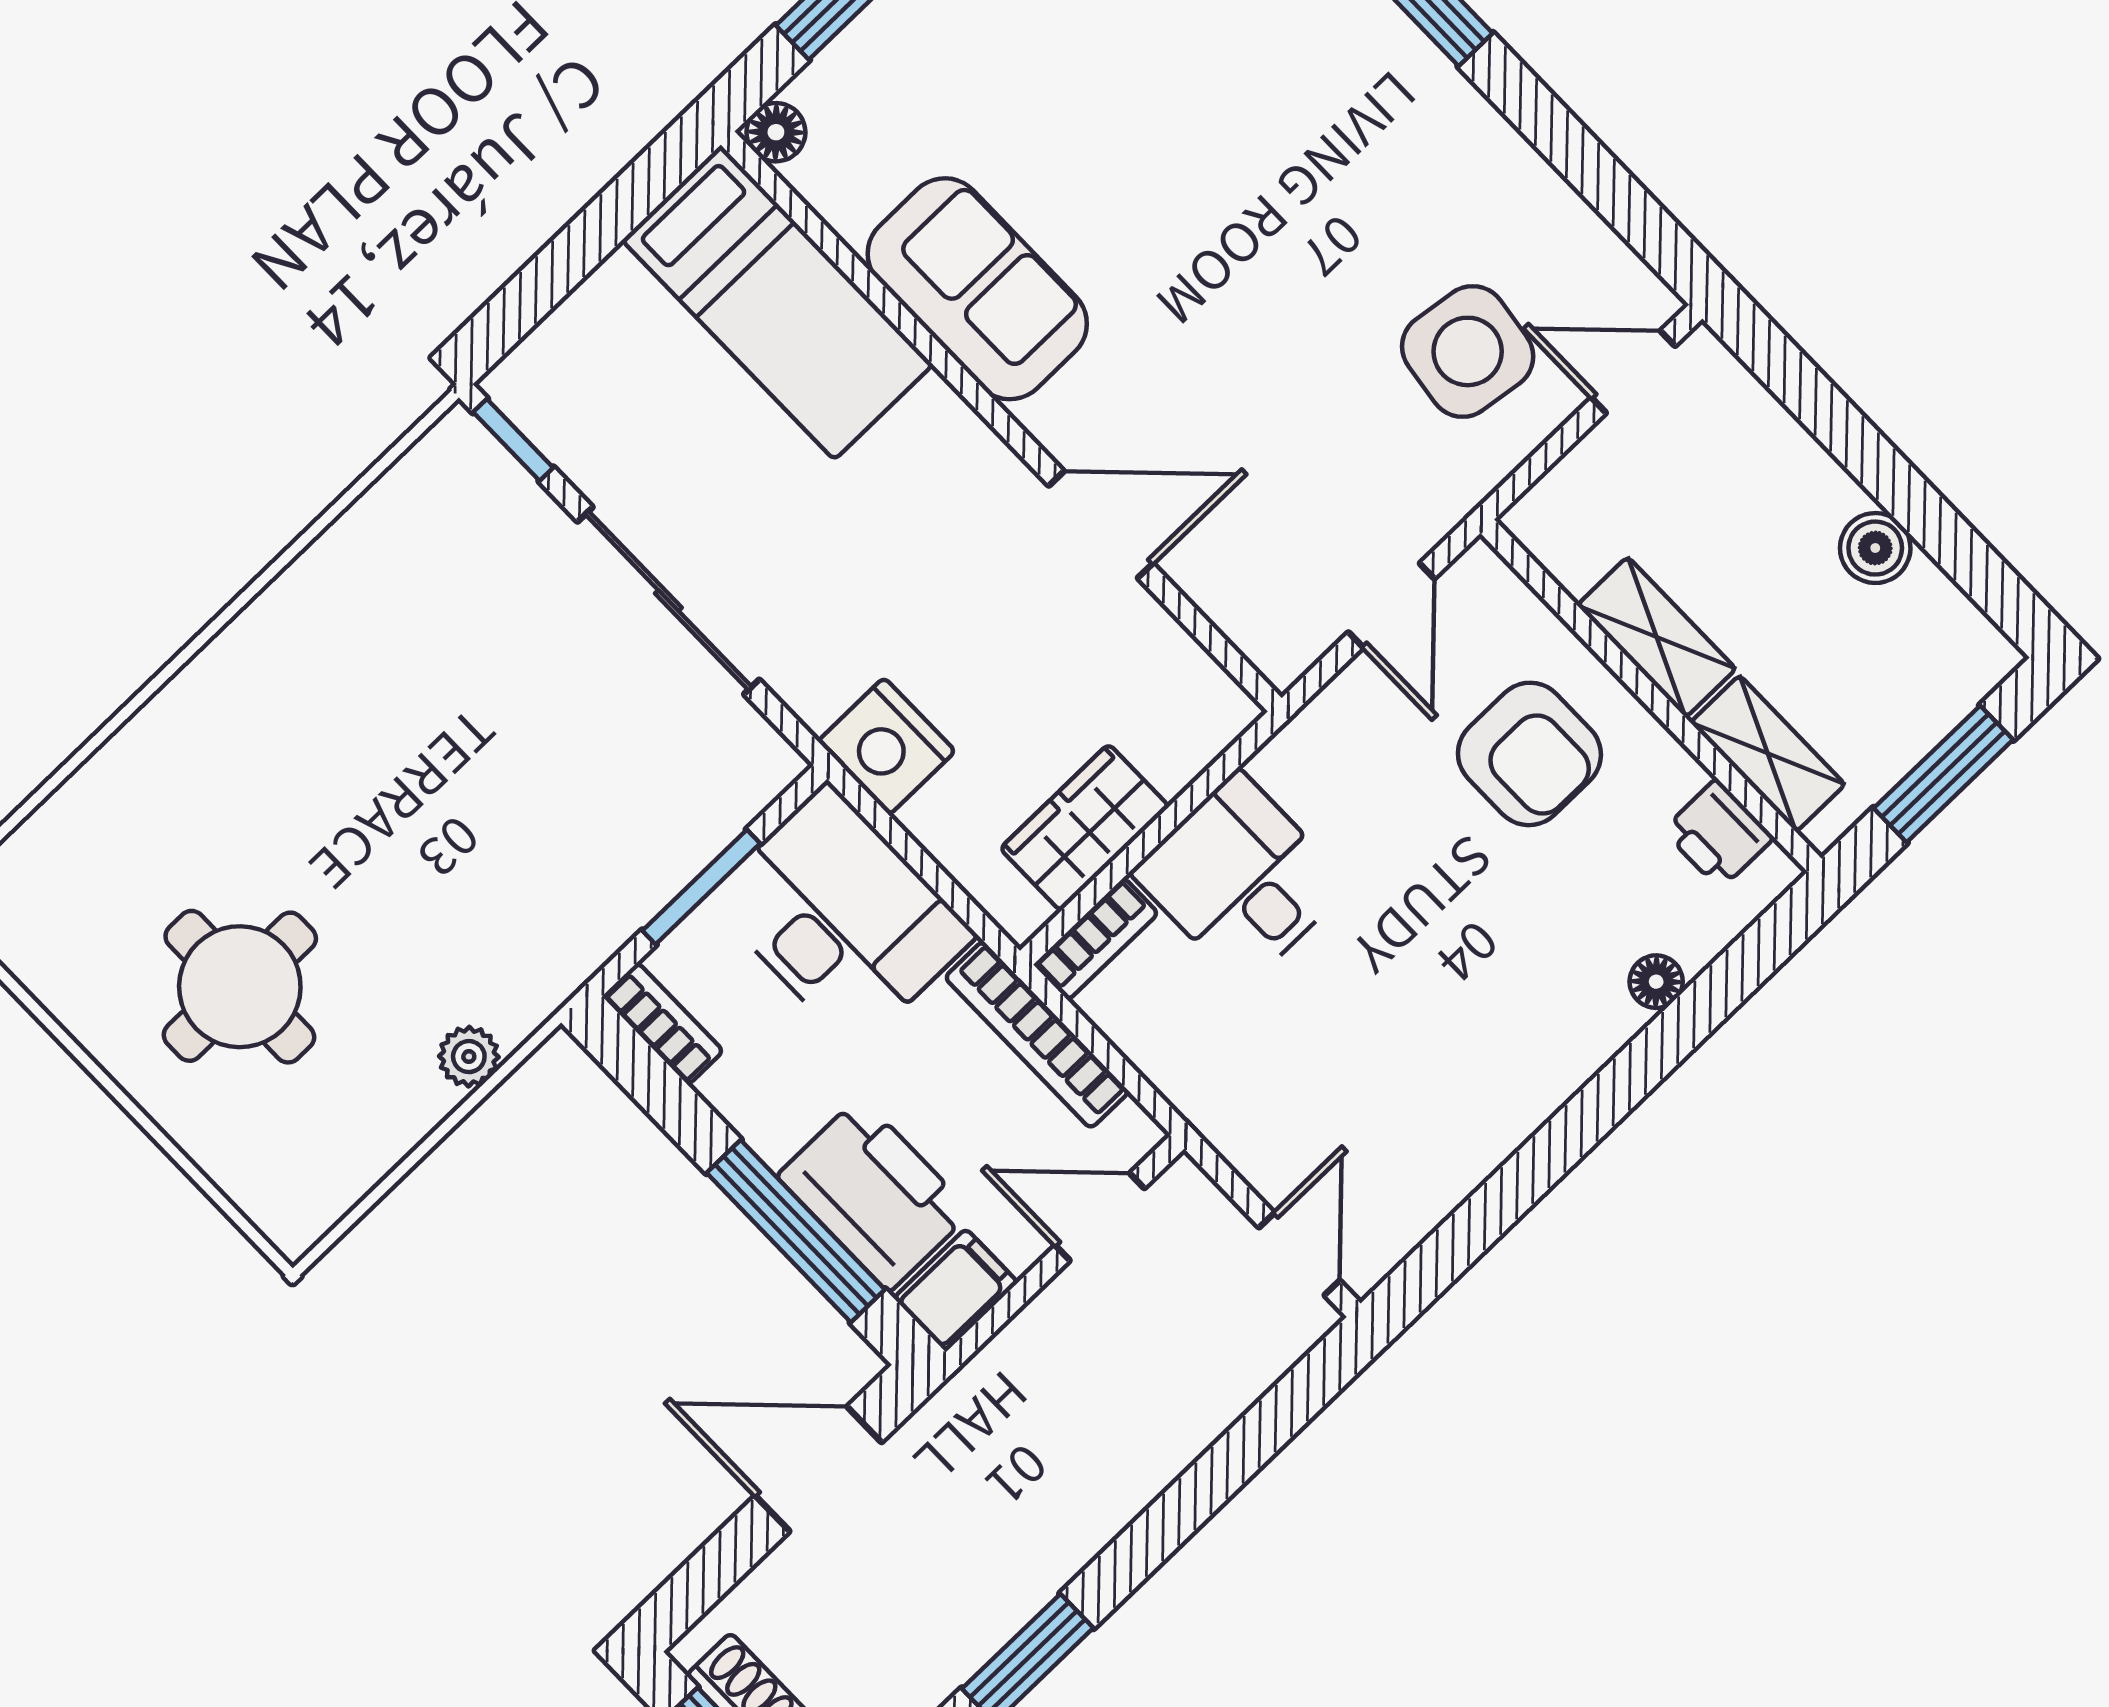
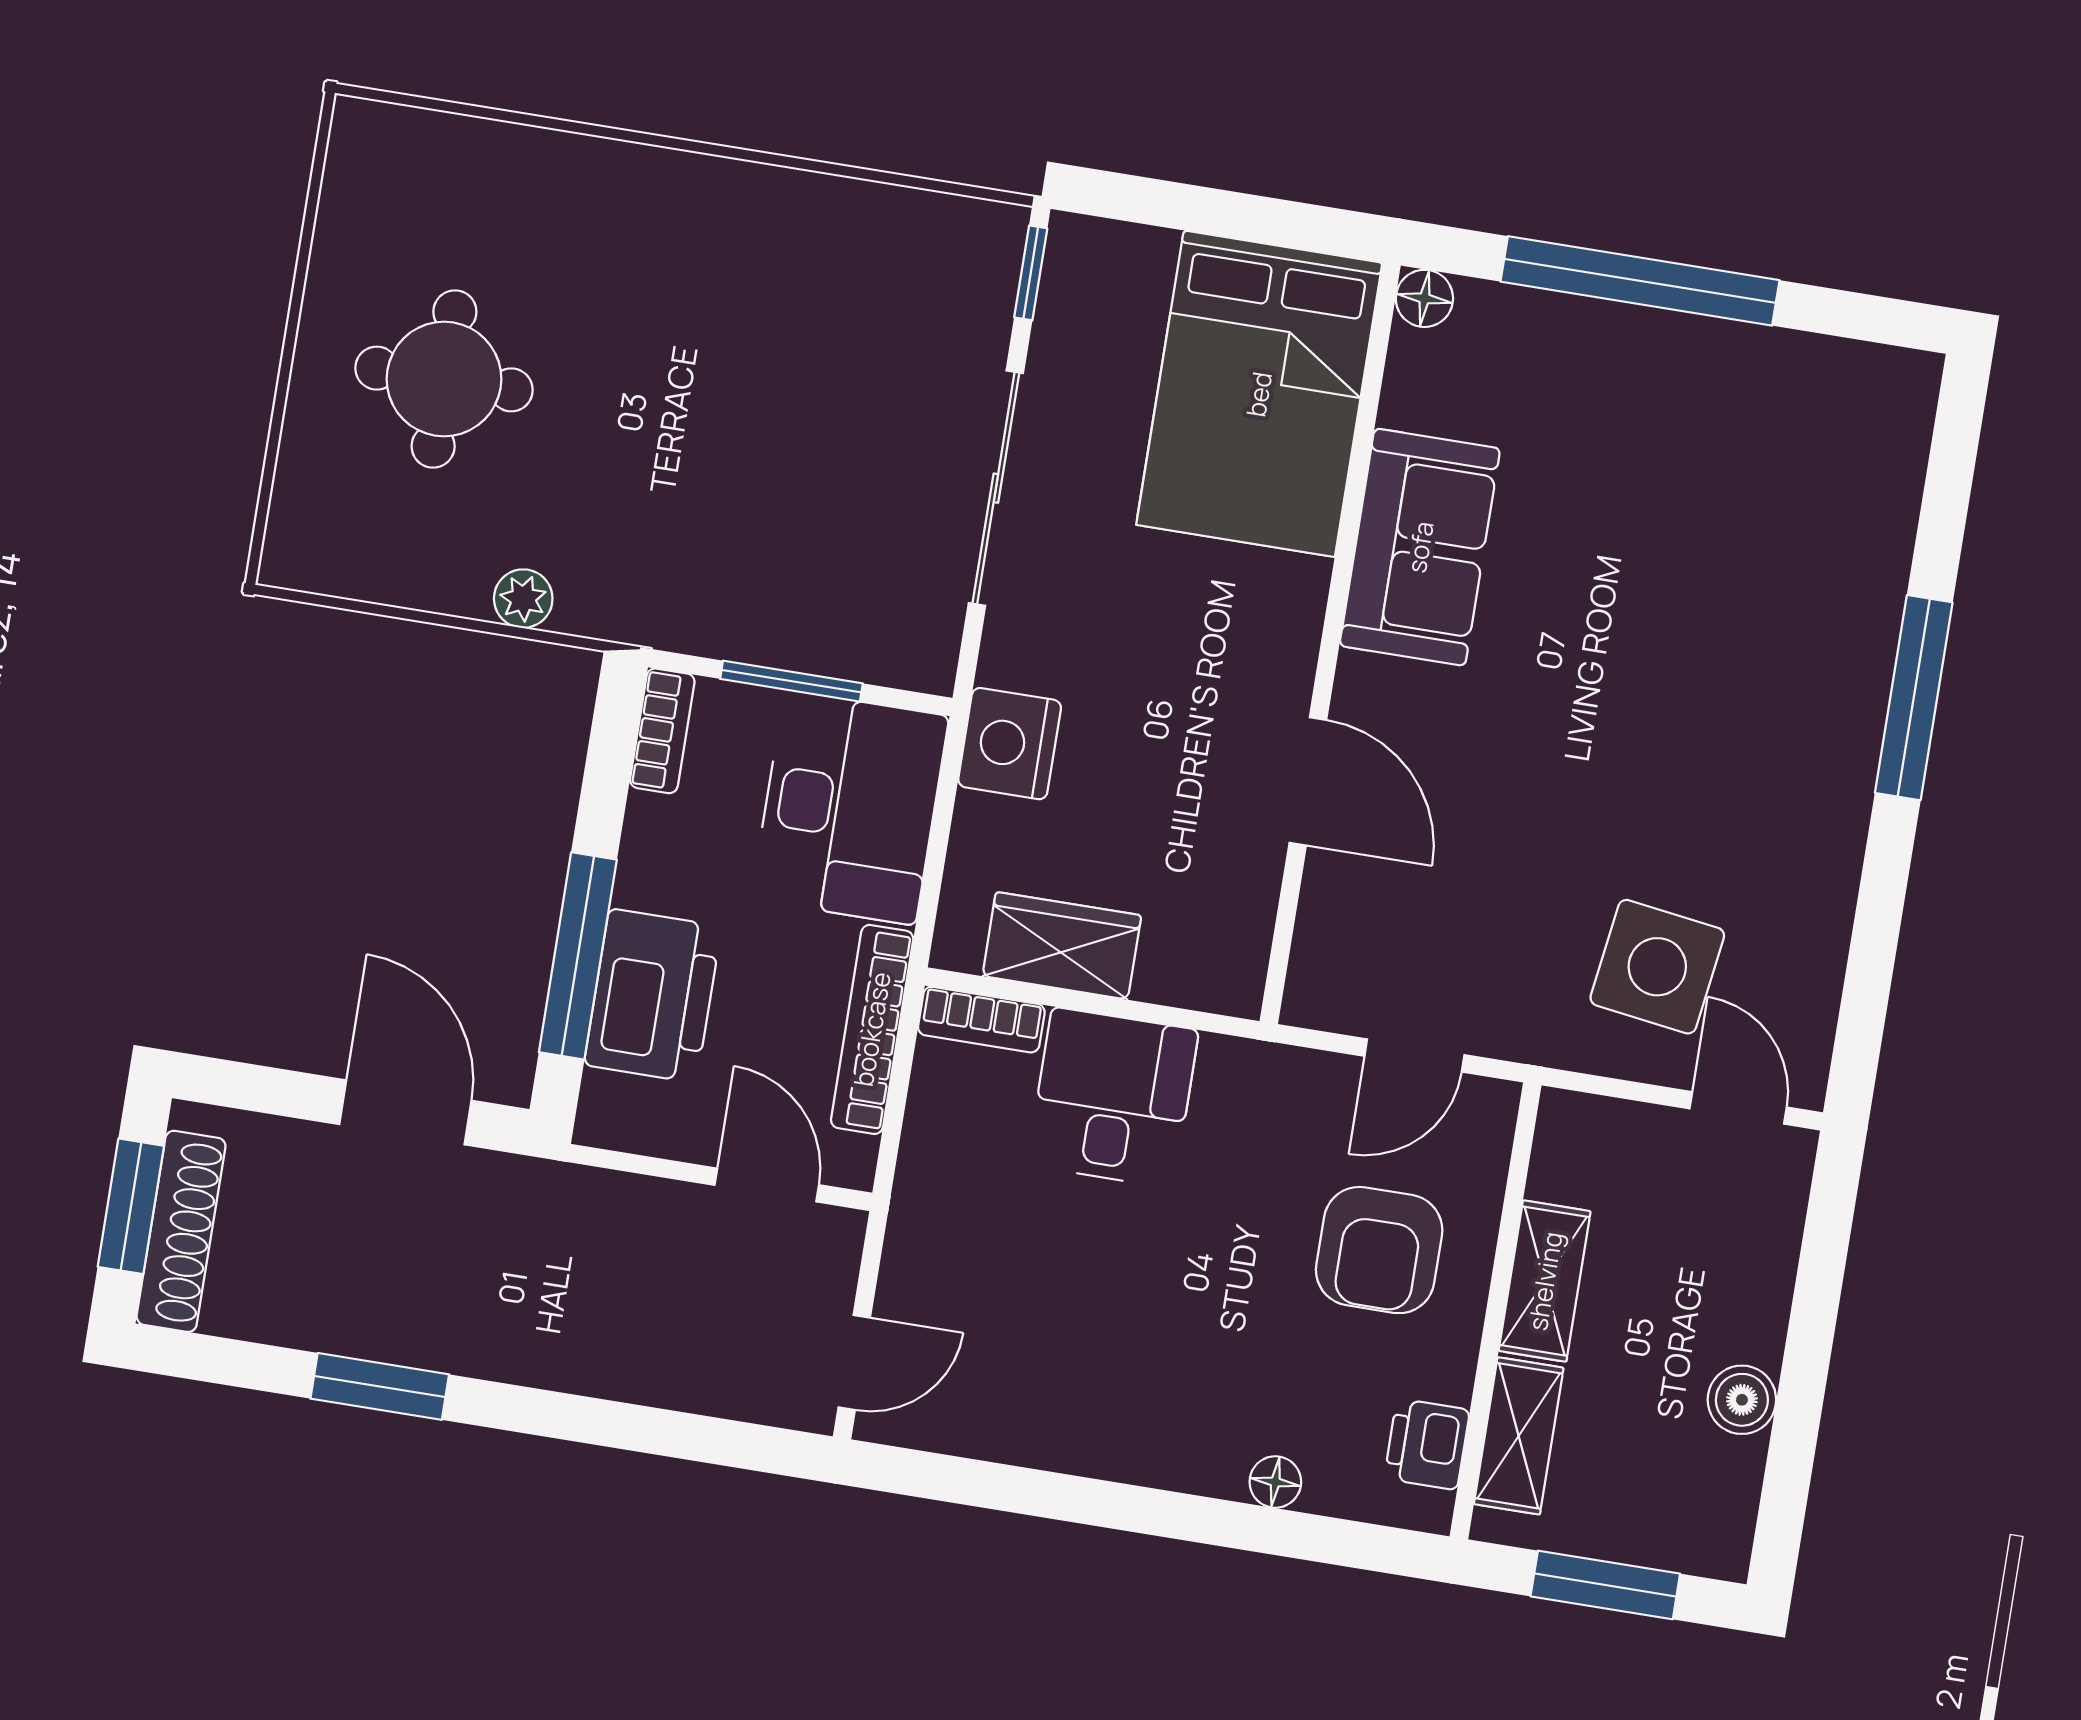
bed: (777, 302) -> (1259, 394), width x1.50
filing cabinet: (956, 1290) -> (625, 1115), removed

